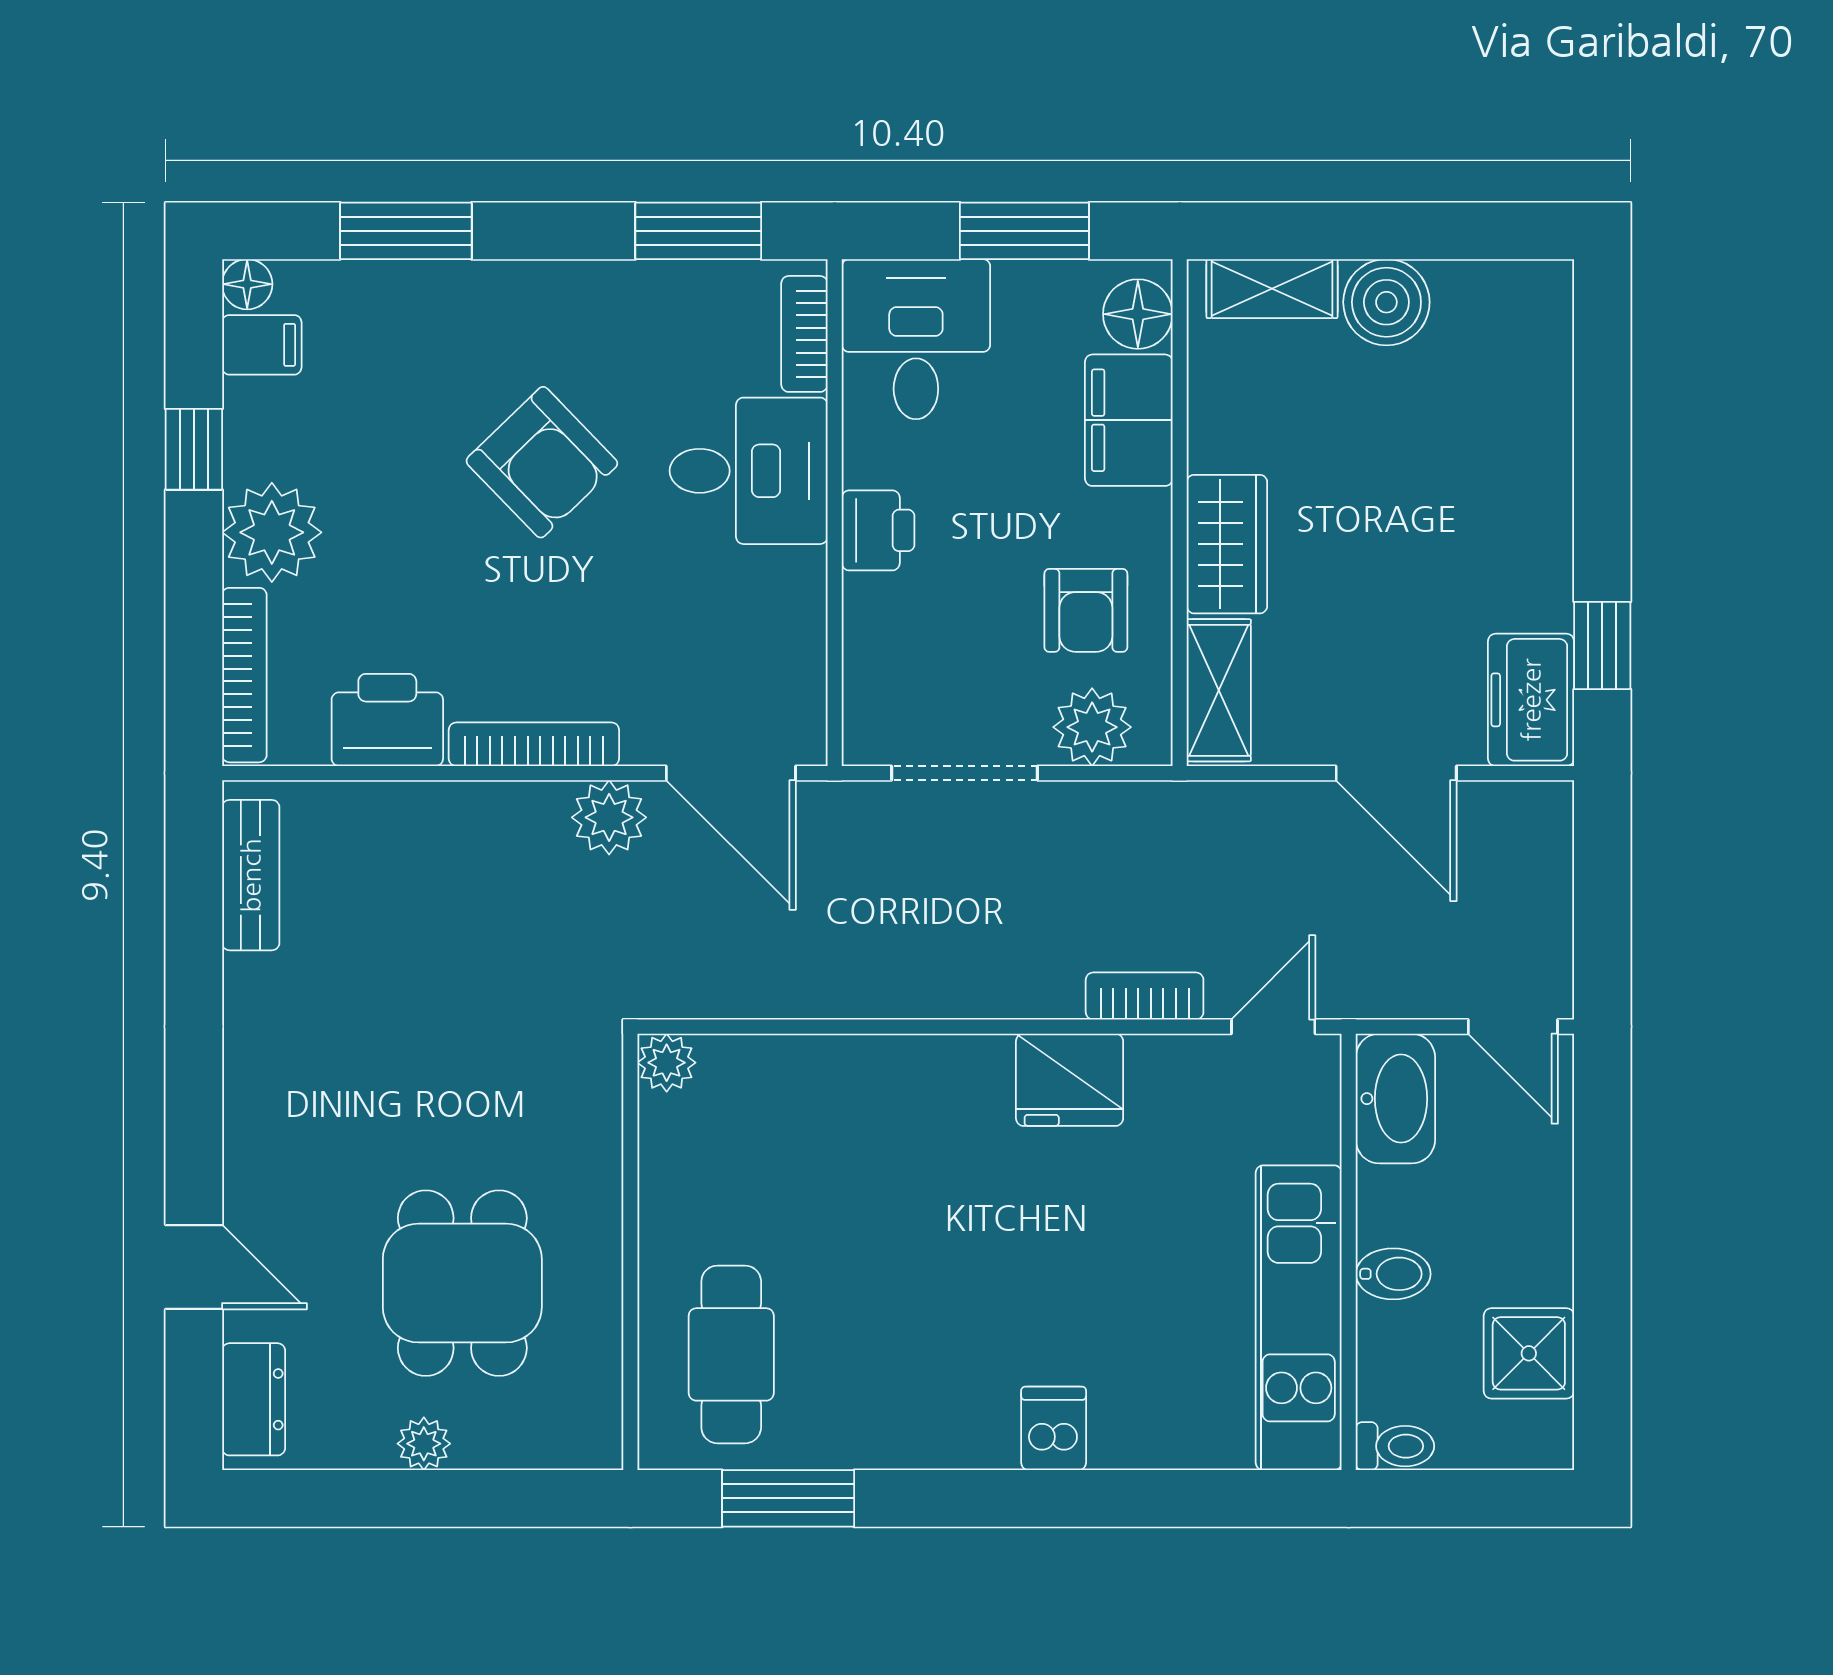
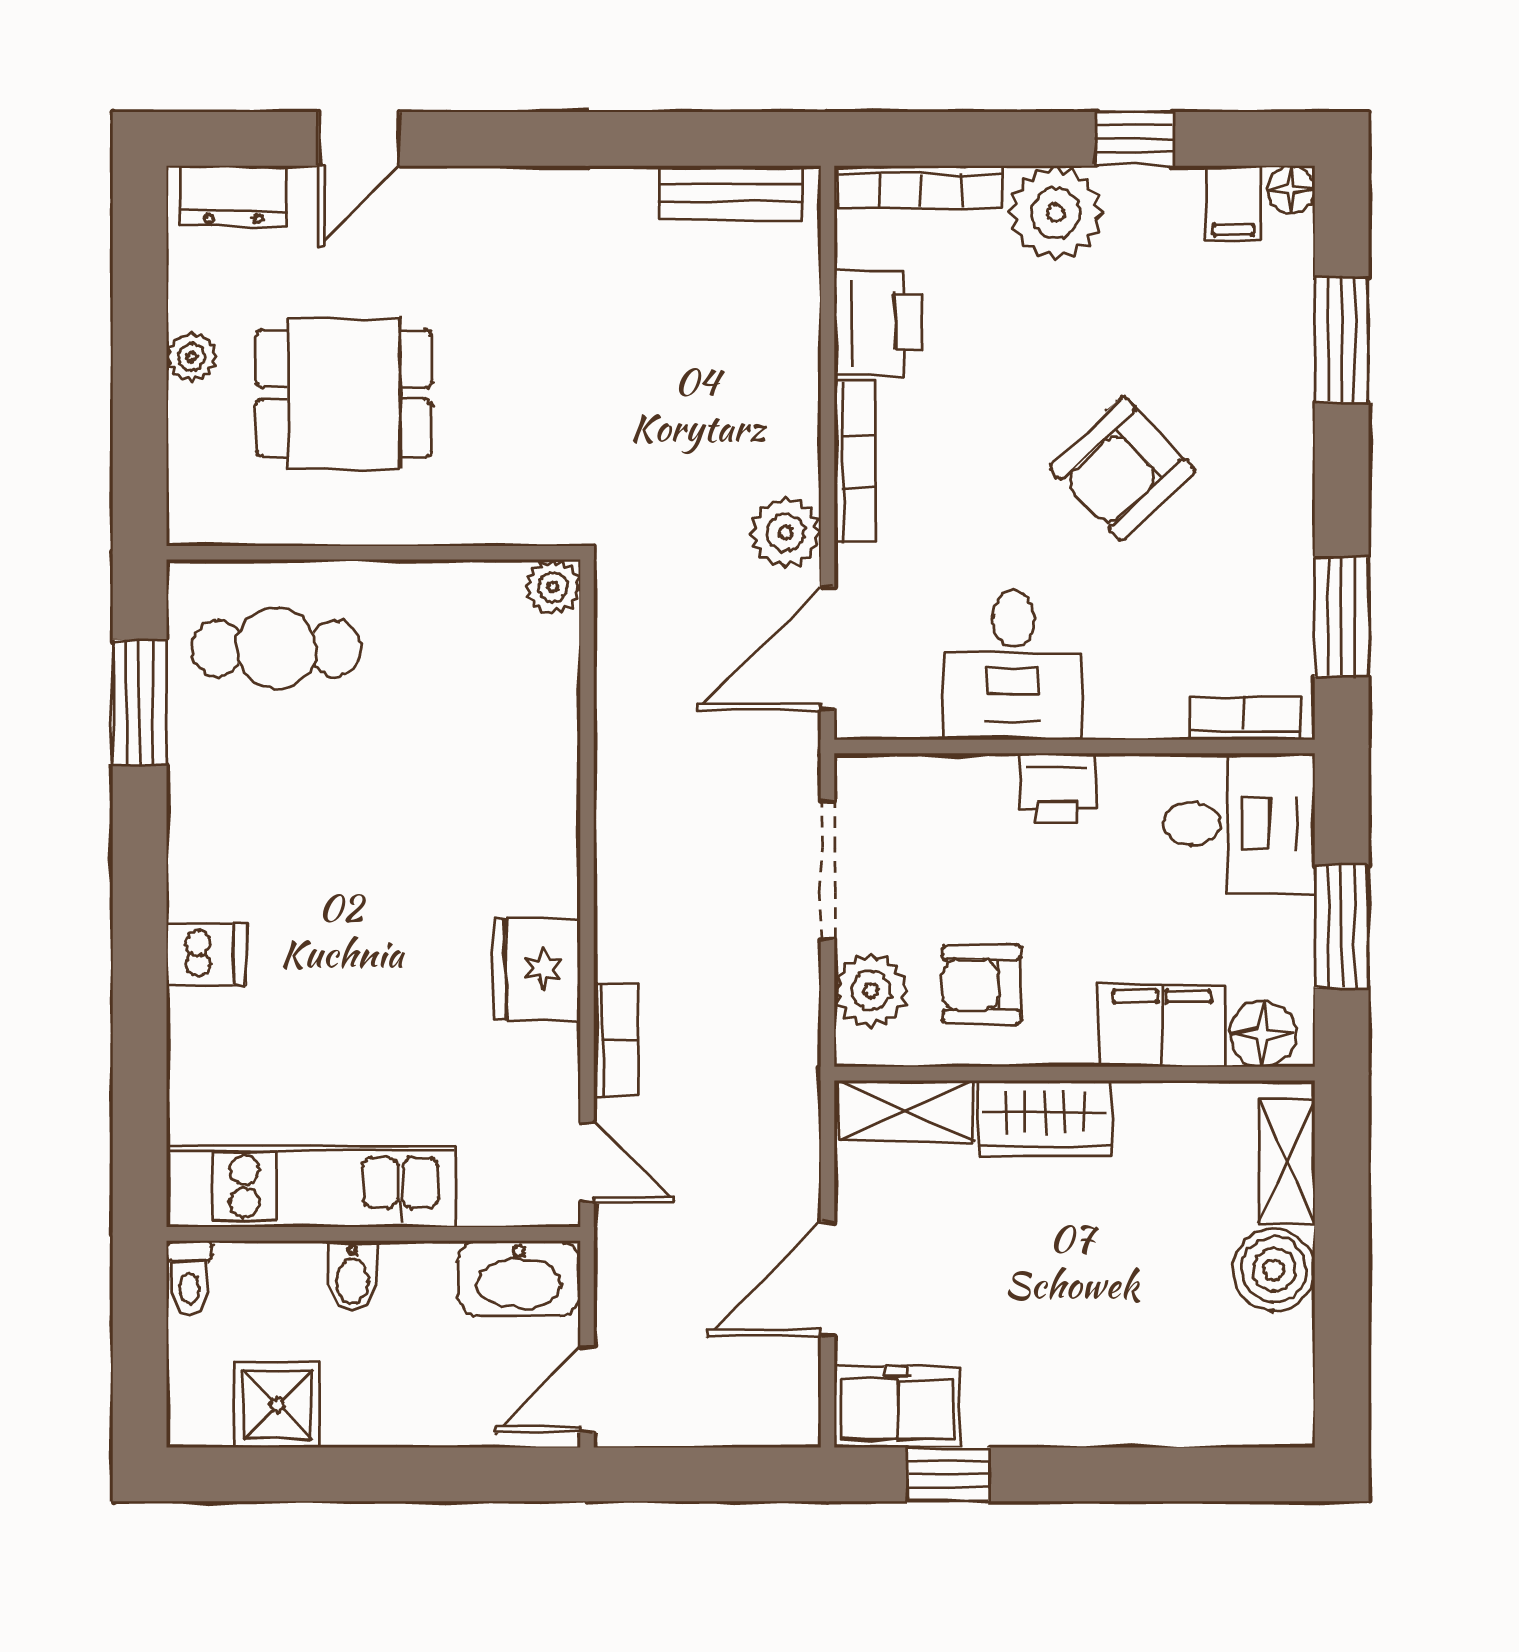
desk: (749, 471) -> (1013, 665), moved

